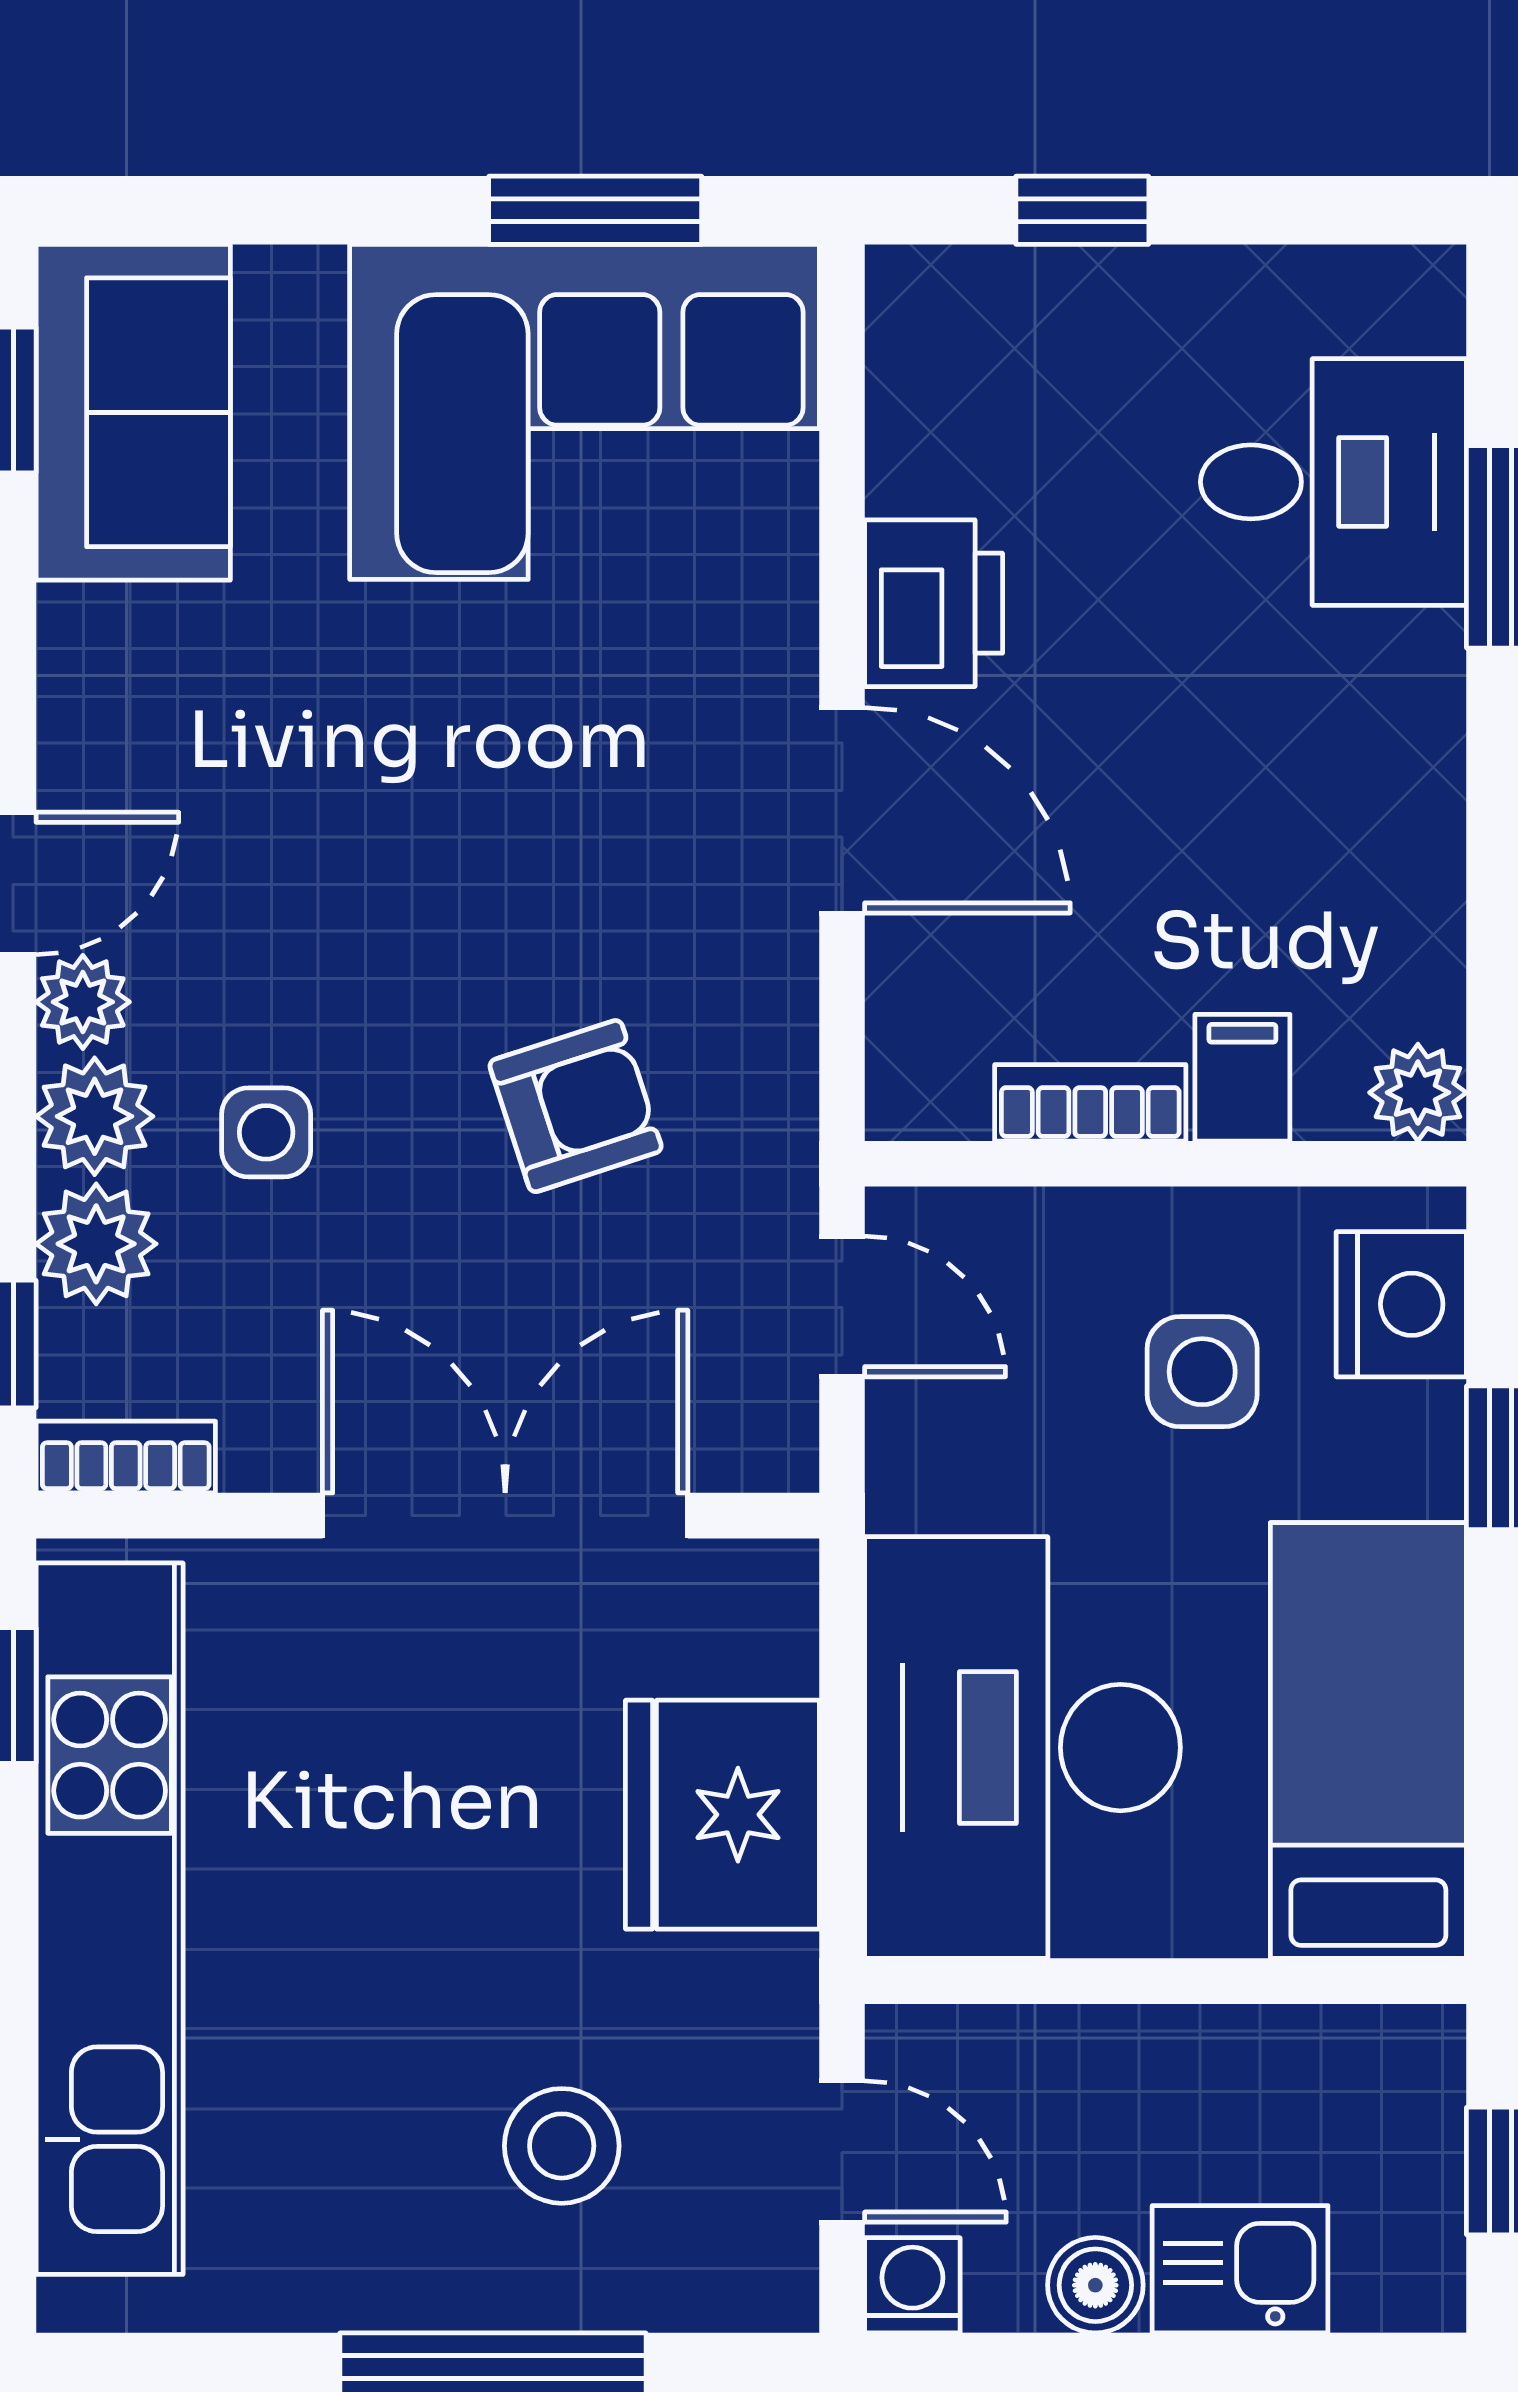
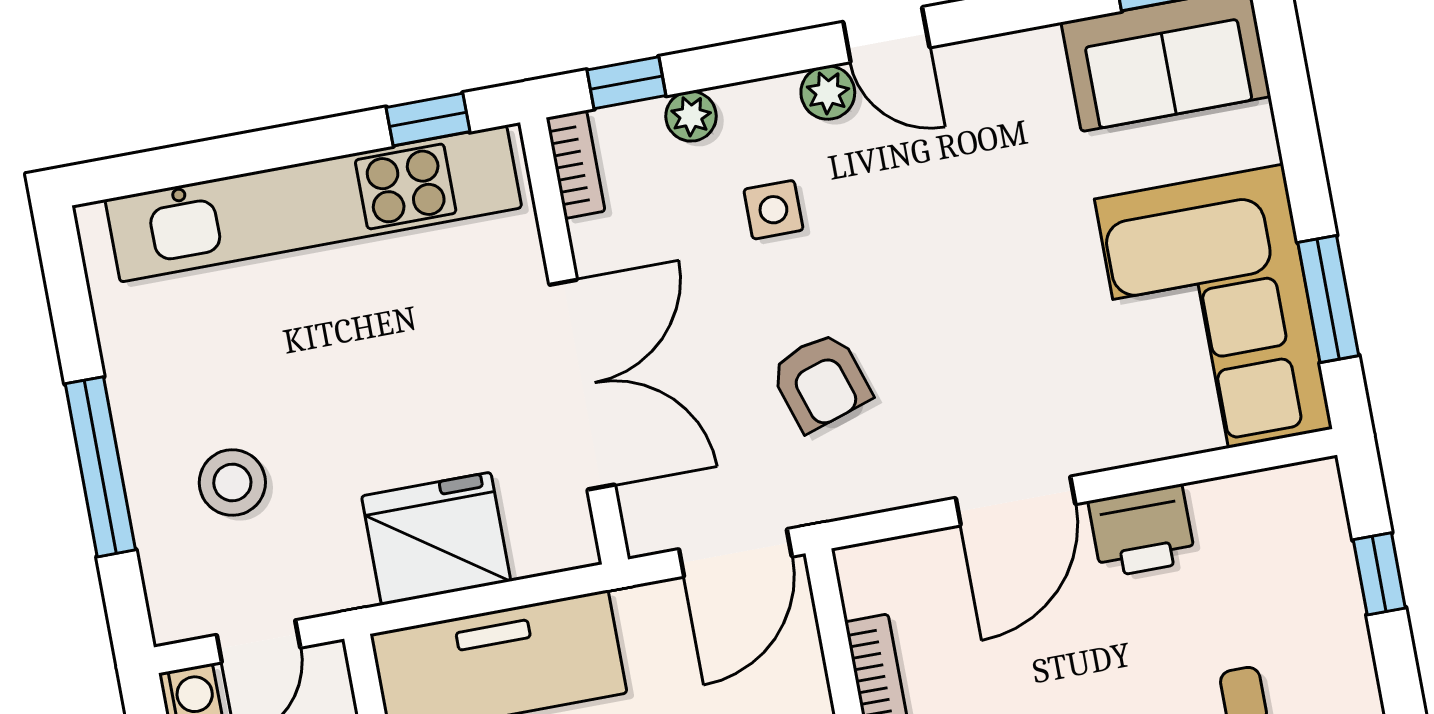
plant: (95, 1116) -> (765, 111), removed
plant: (96, 1244) -> (691, 116), width x0.73, depth x0.73
door: (842, 1306) -> (735, 553), width x1.37

